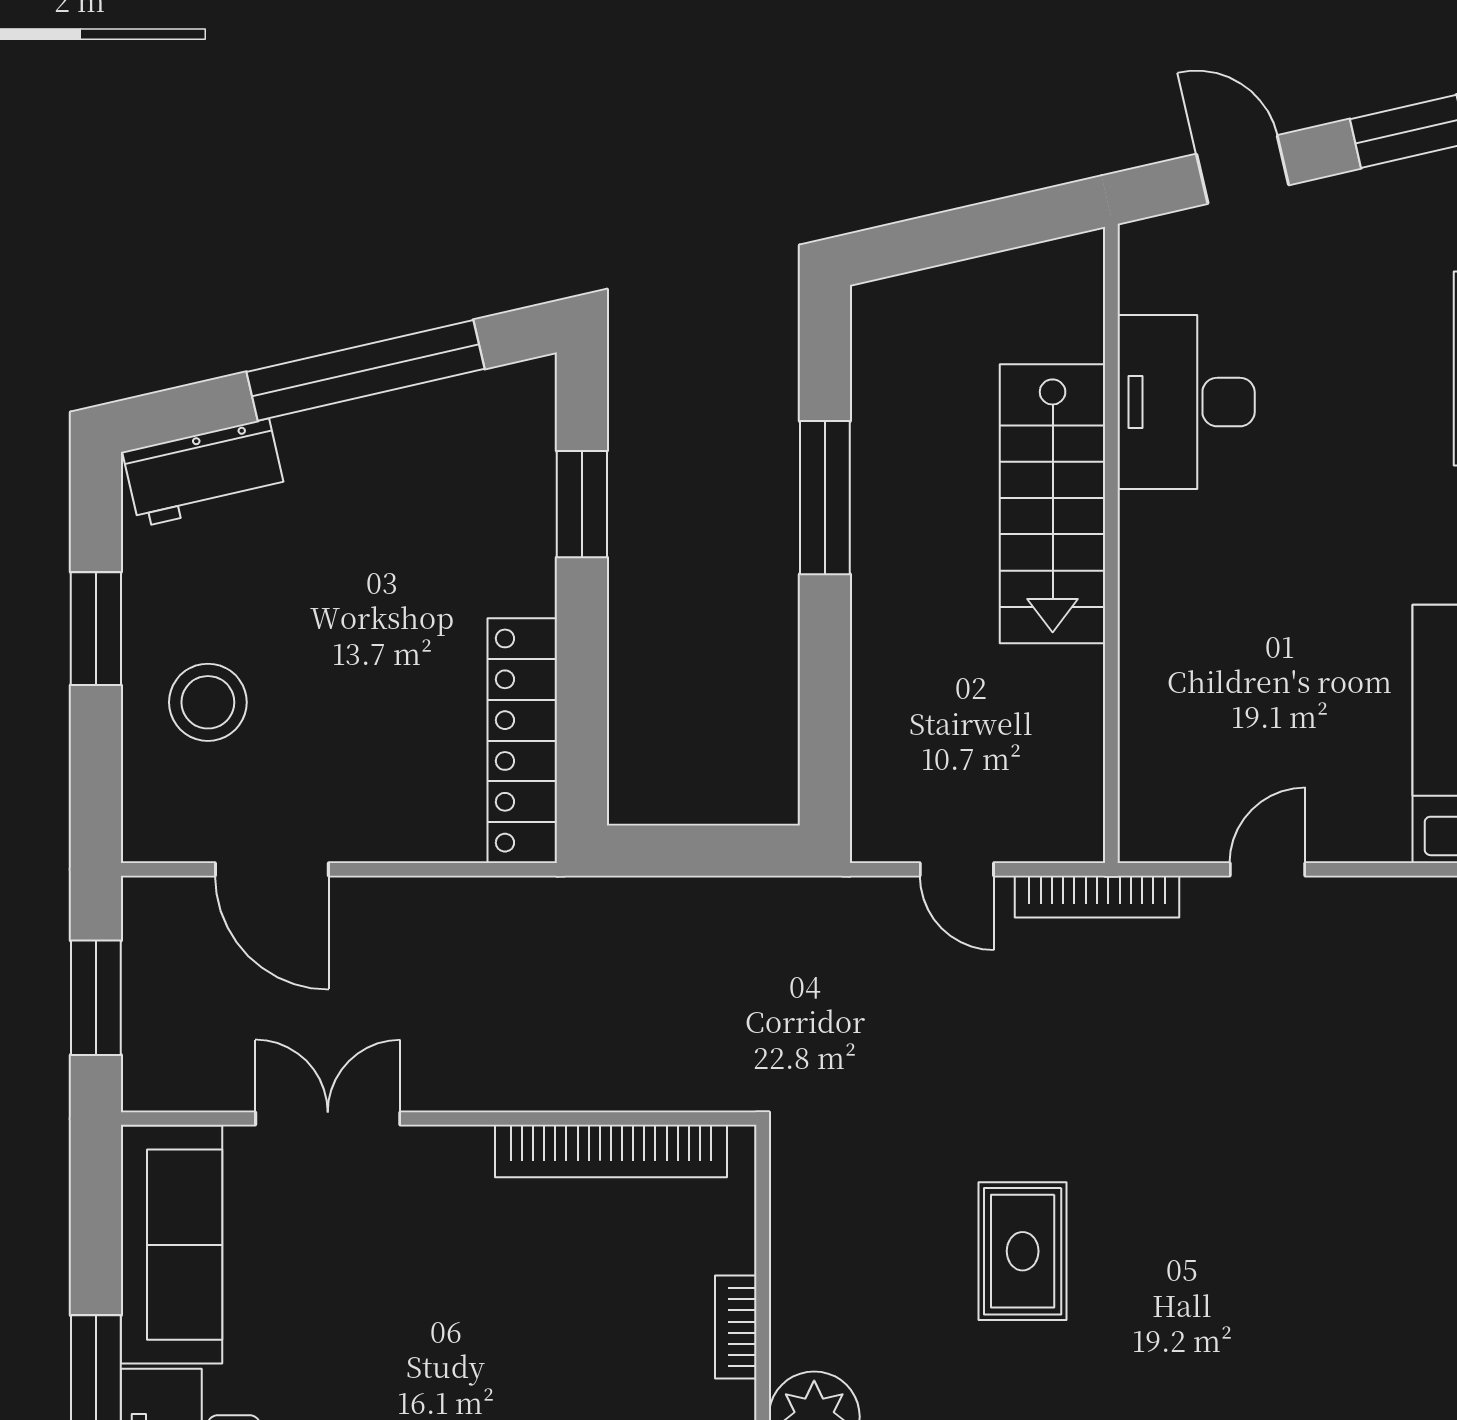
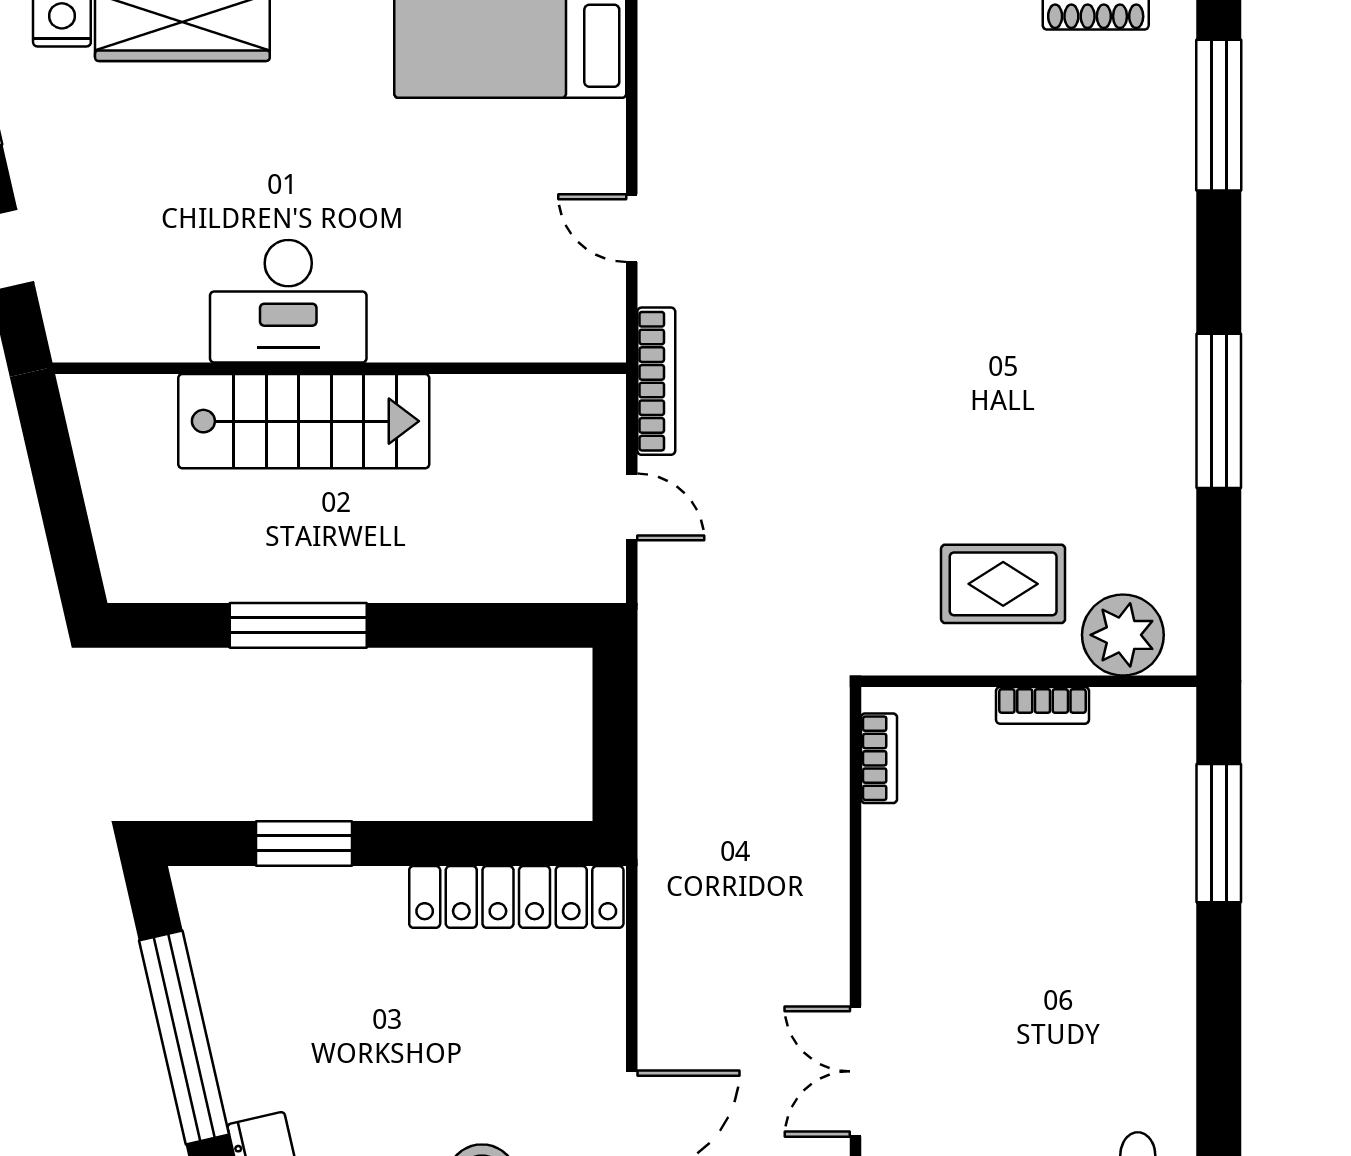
desk: (1186, 402) -> (288, 301), moved
door: (957, 869) -> (632, 507), hinge flipped
bookcase: (611, 1151) -> (879, 758), width x0.43, depth x0.76
rug: (1023, 1251) -> (1003, 584), moved

